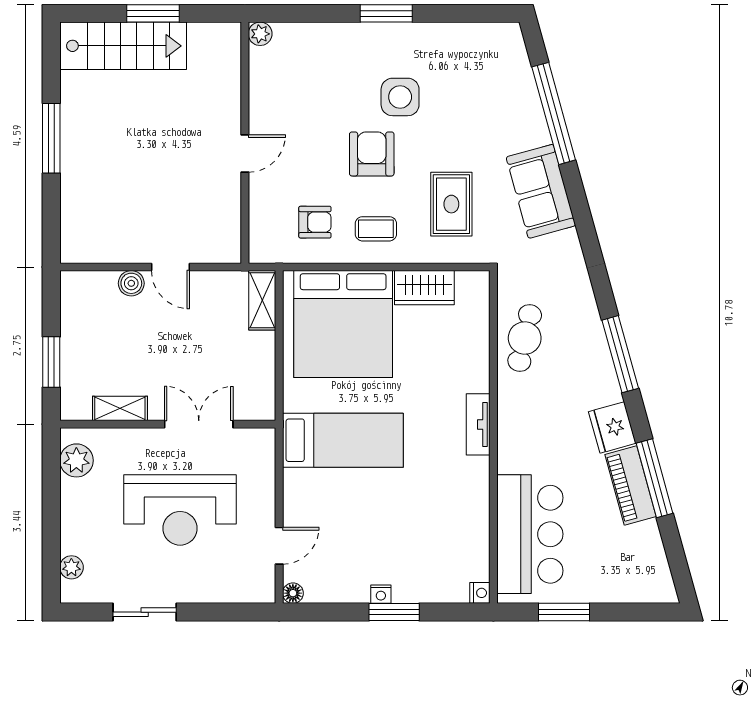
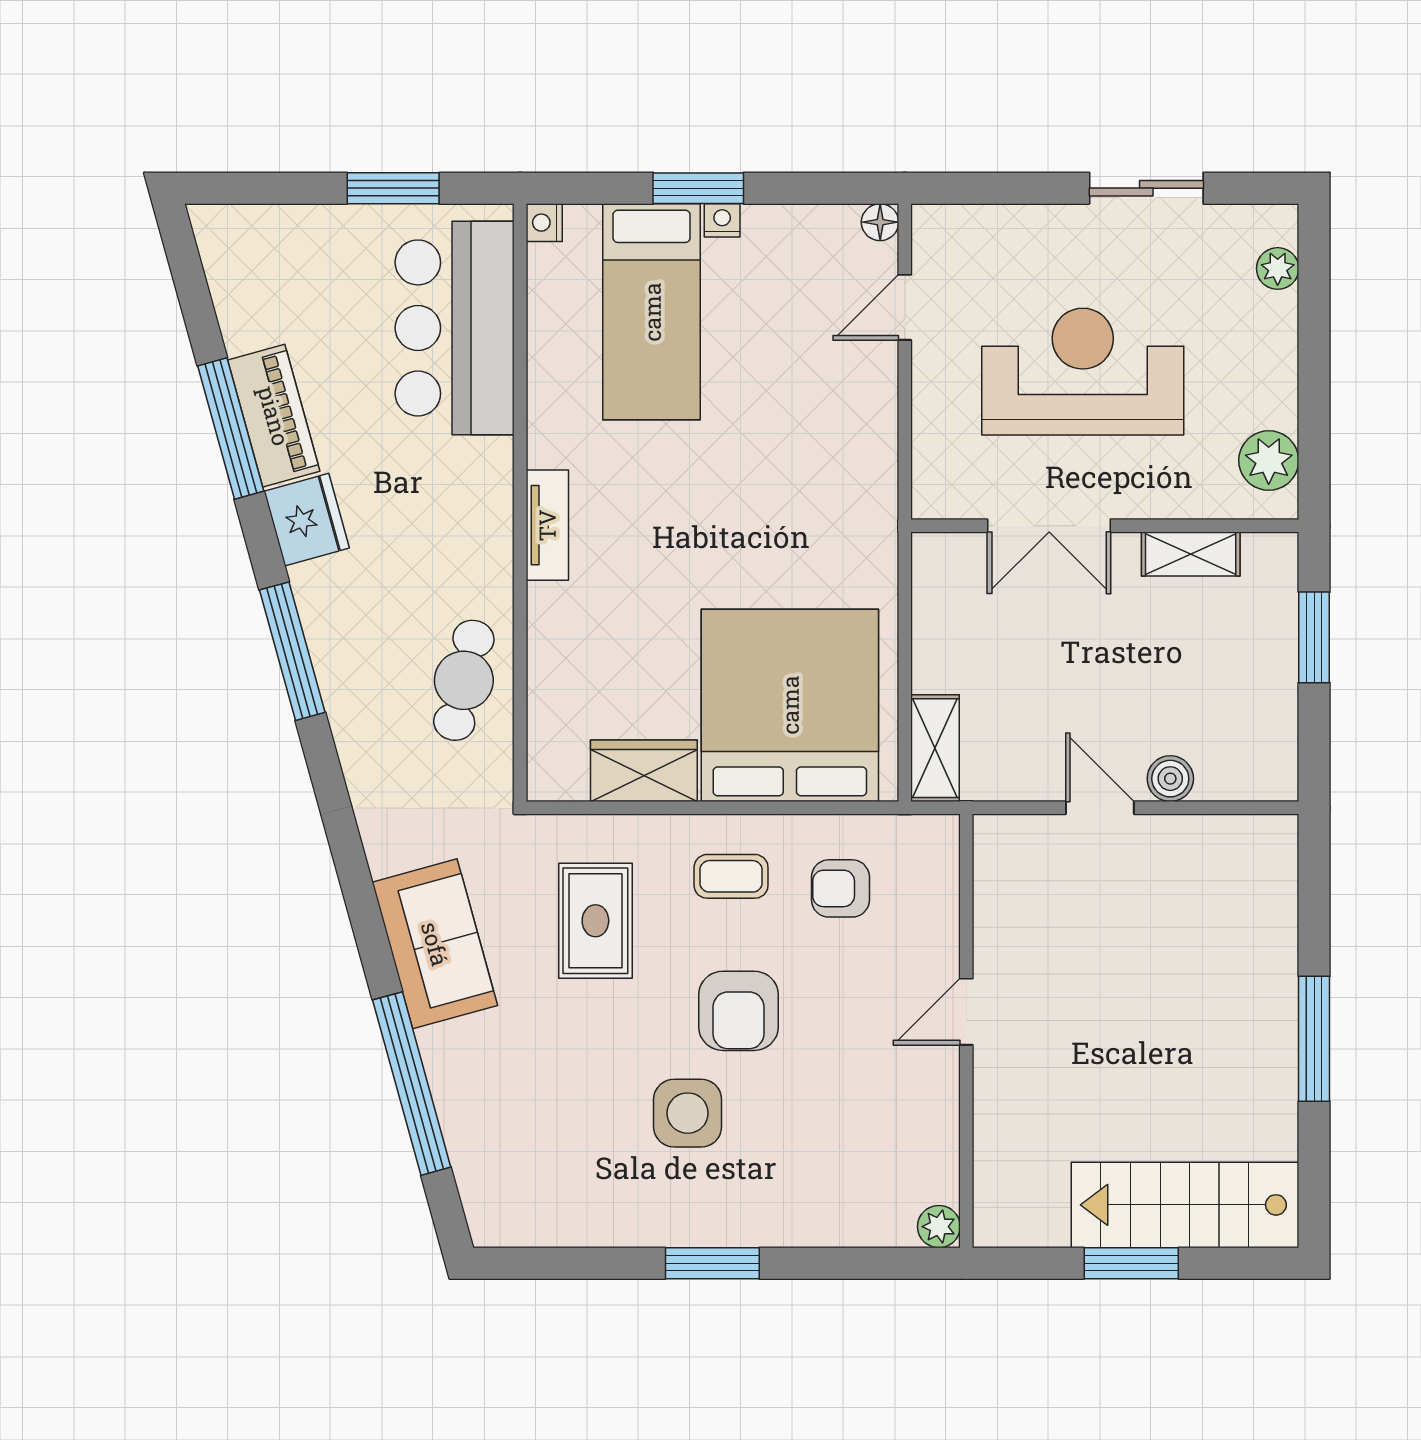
bed: (343, 440) -> (652, 312), moved, turned -90

